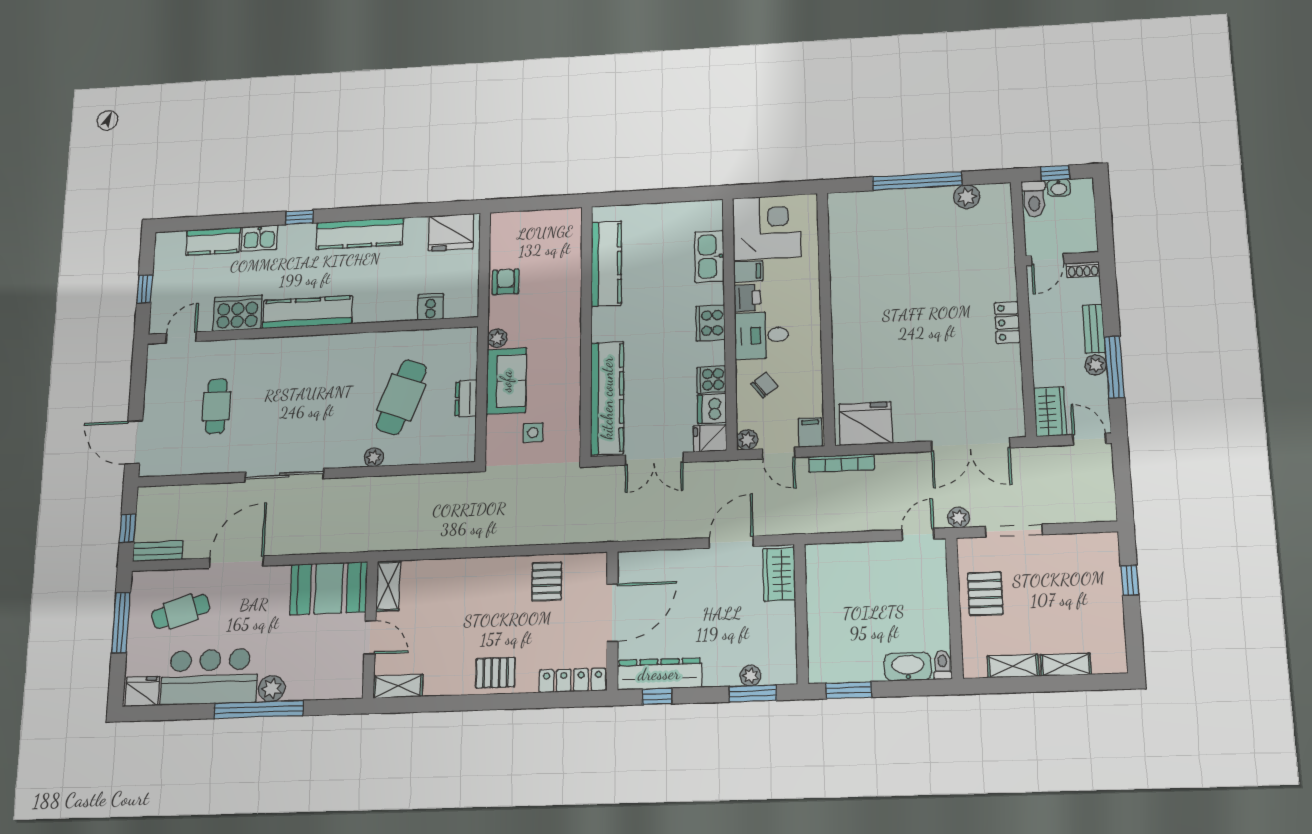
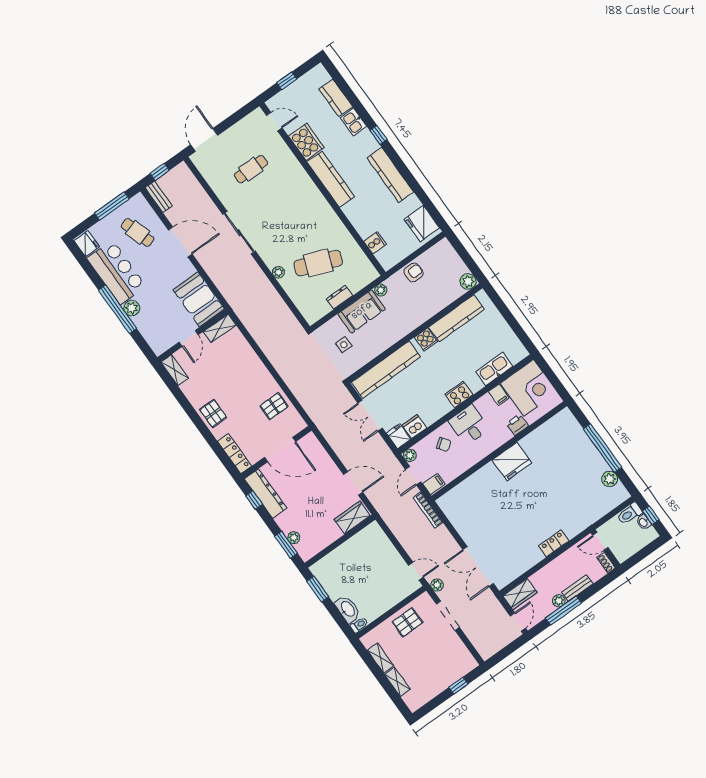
plant: (569, 220) -> (468, 281), added
printer: (747, 298) -> (517, 425), moved, turned 180
cooker: (711, 379) -> (426, 339), moved, turned 180
fridge: (866, 424) -> (512, 461), moved, turned 90

